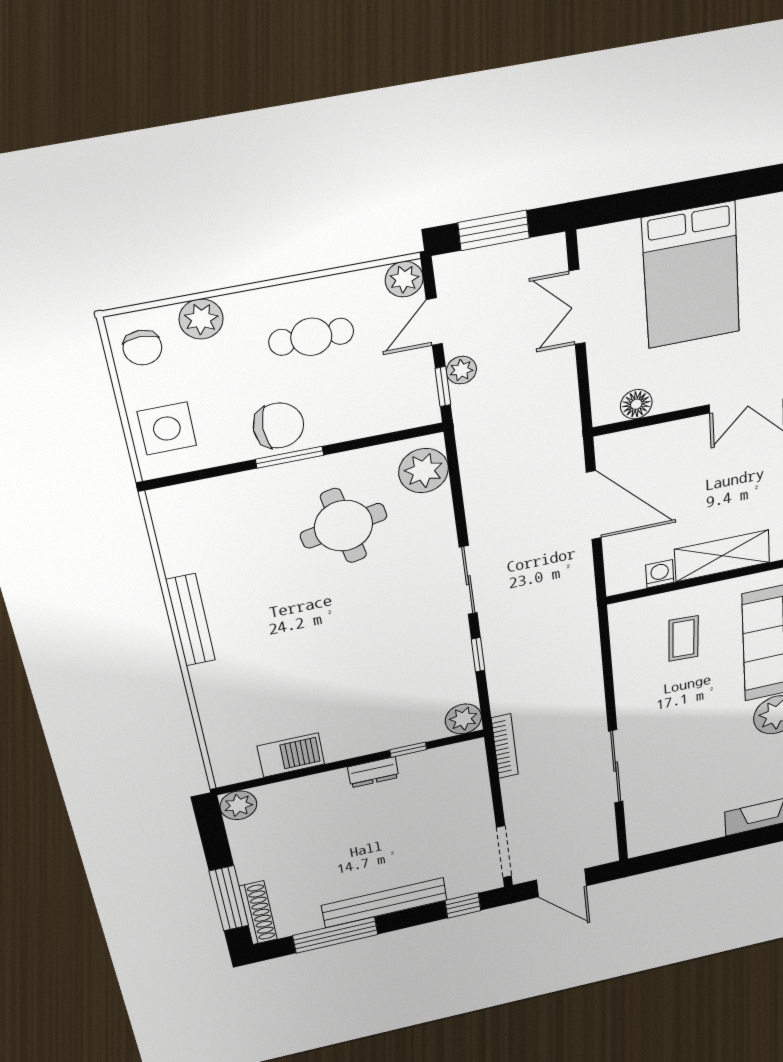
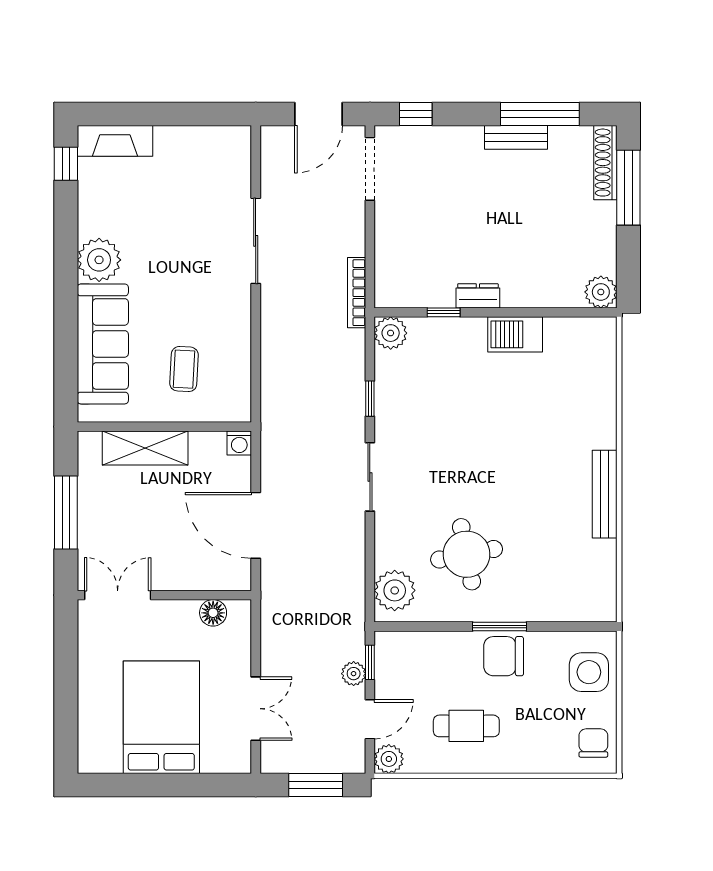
plant: (201, 319) -> (546, 757), removed
washing machine: (660, 574) -> (239, 443), moved
barbecue: (291, 755) -> (515, 334), moved
door: (561, 883) -> (318, 114), swing flipped
bench: (384, 903) -> (516, 137), width x0.54, depth x0.82

